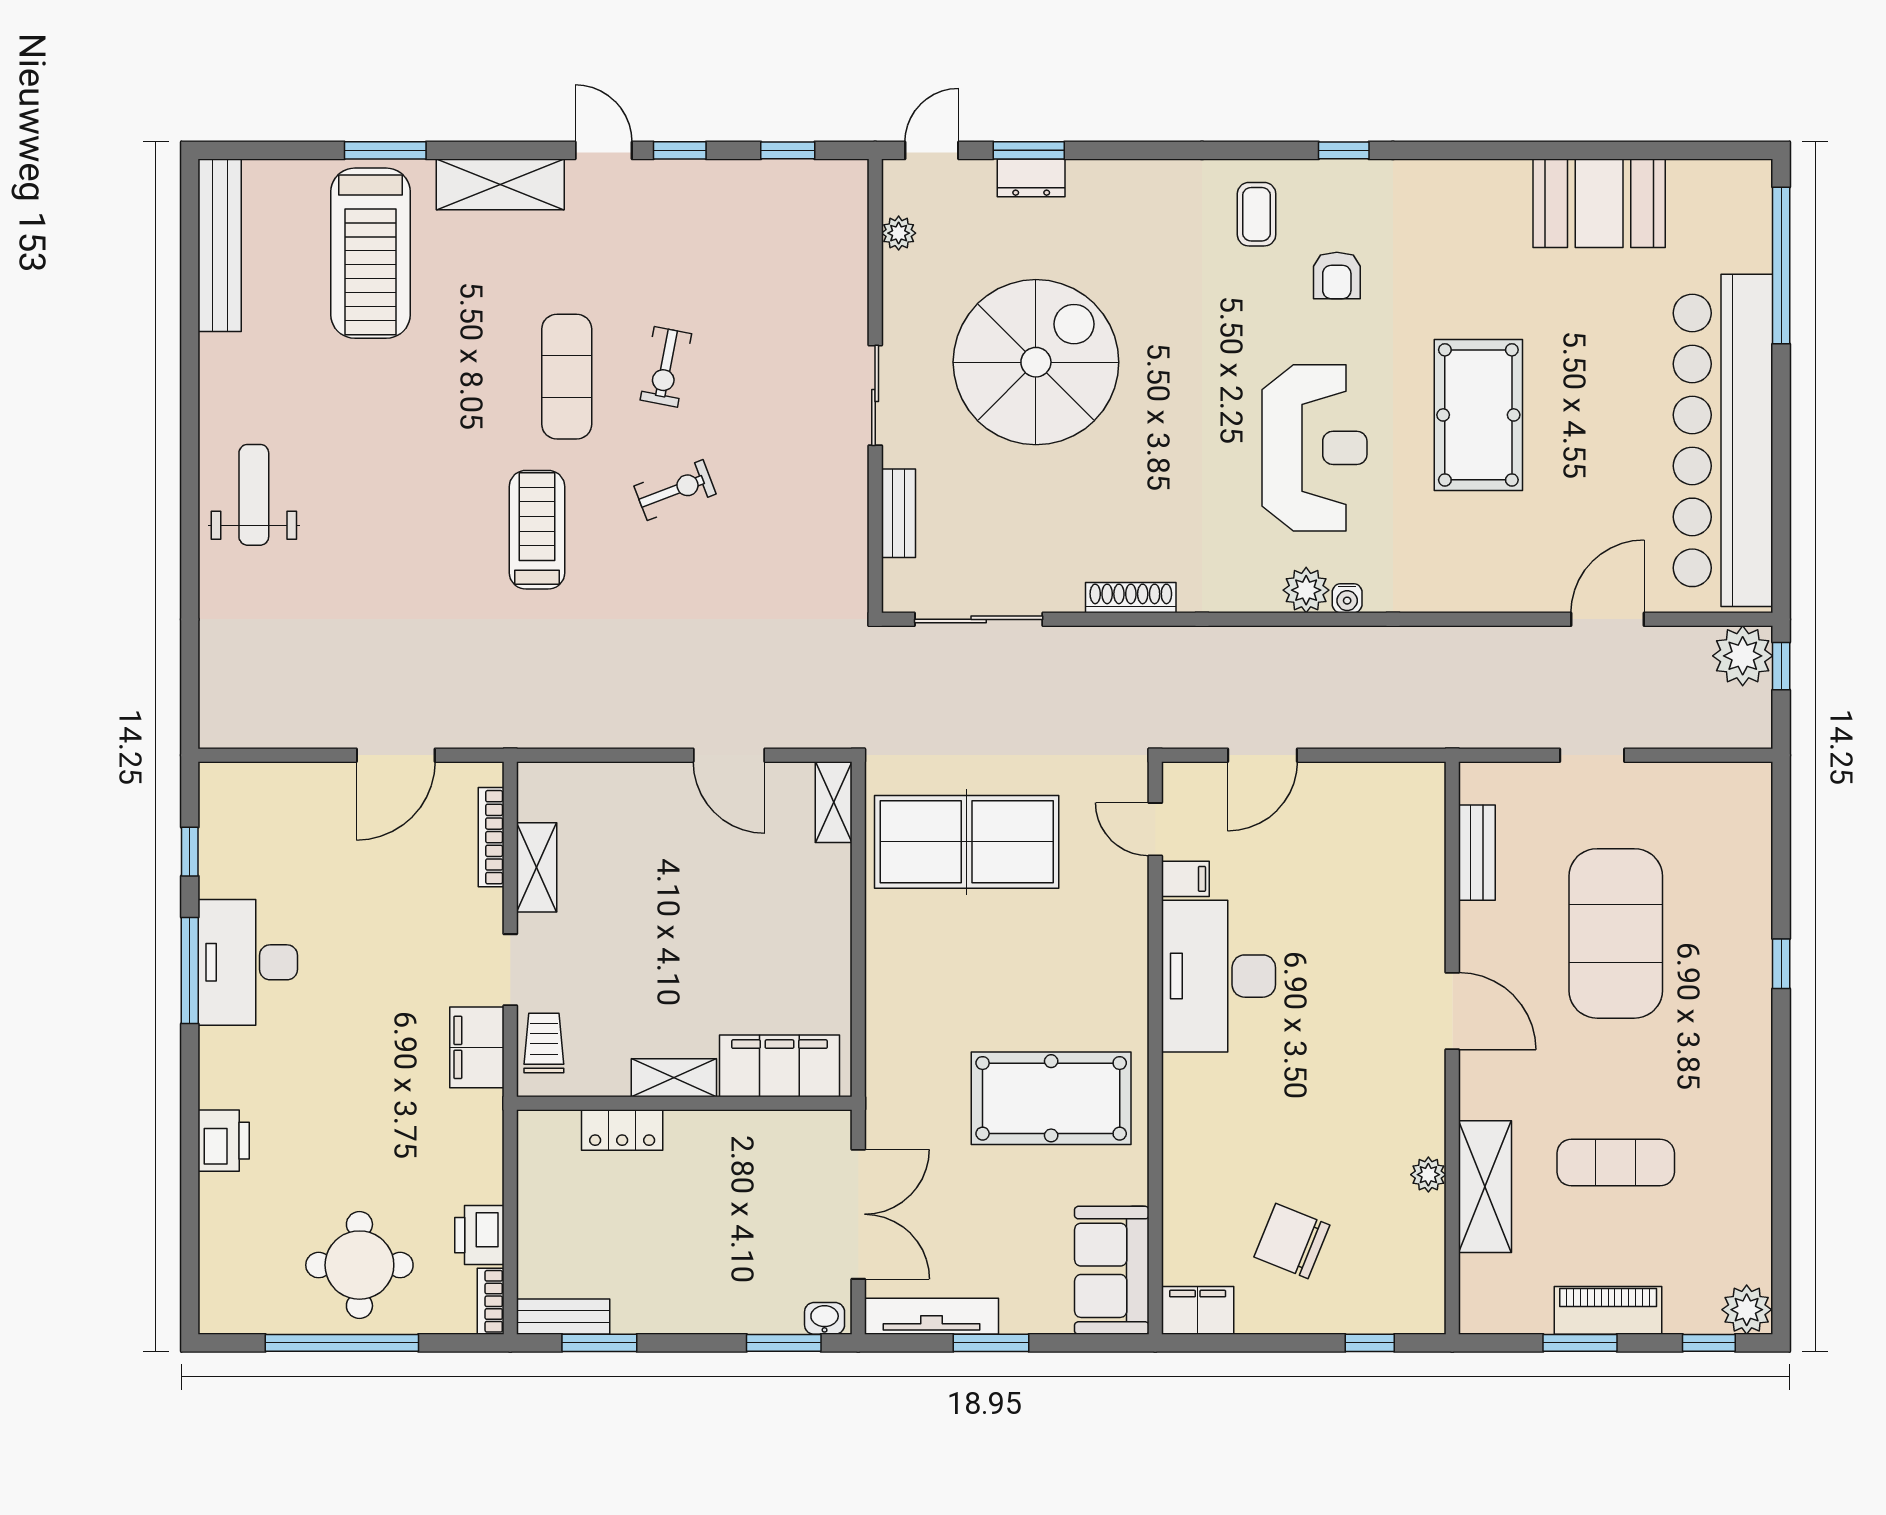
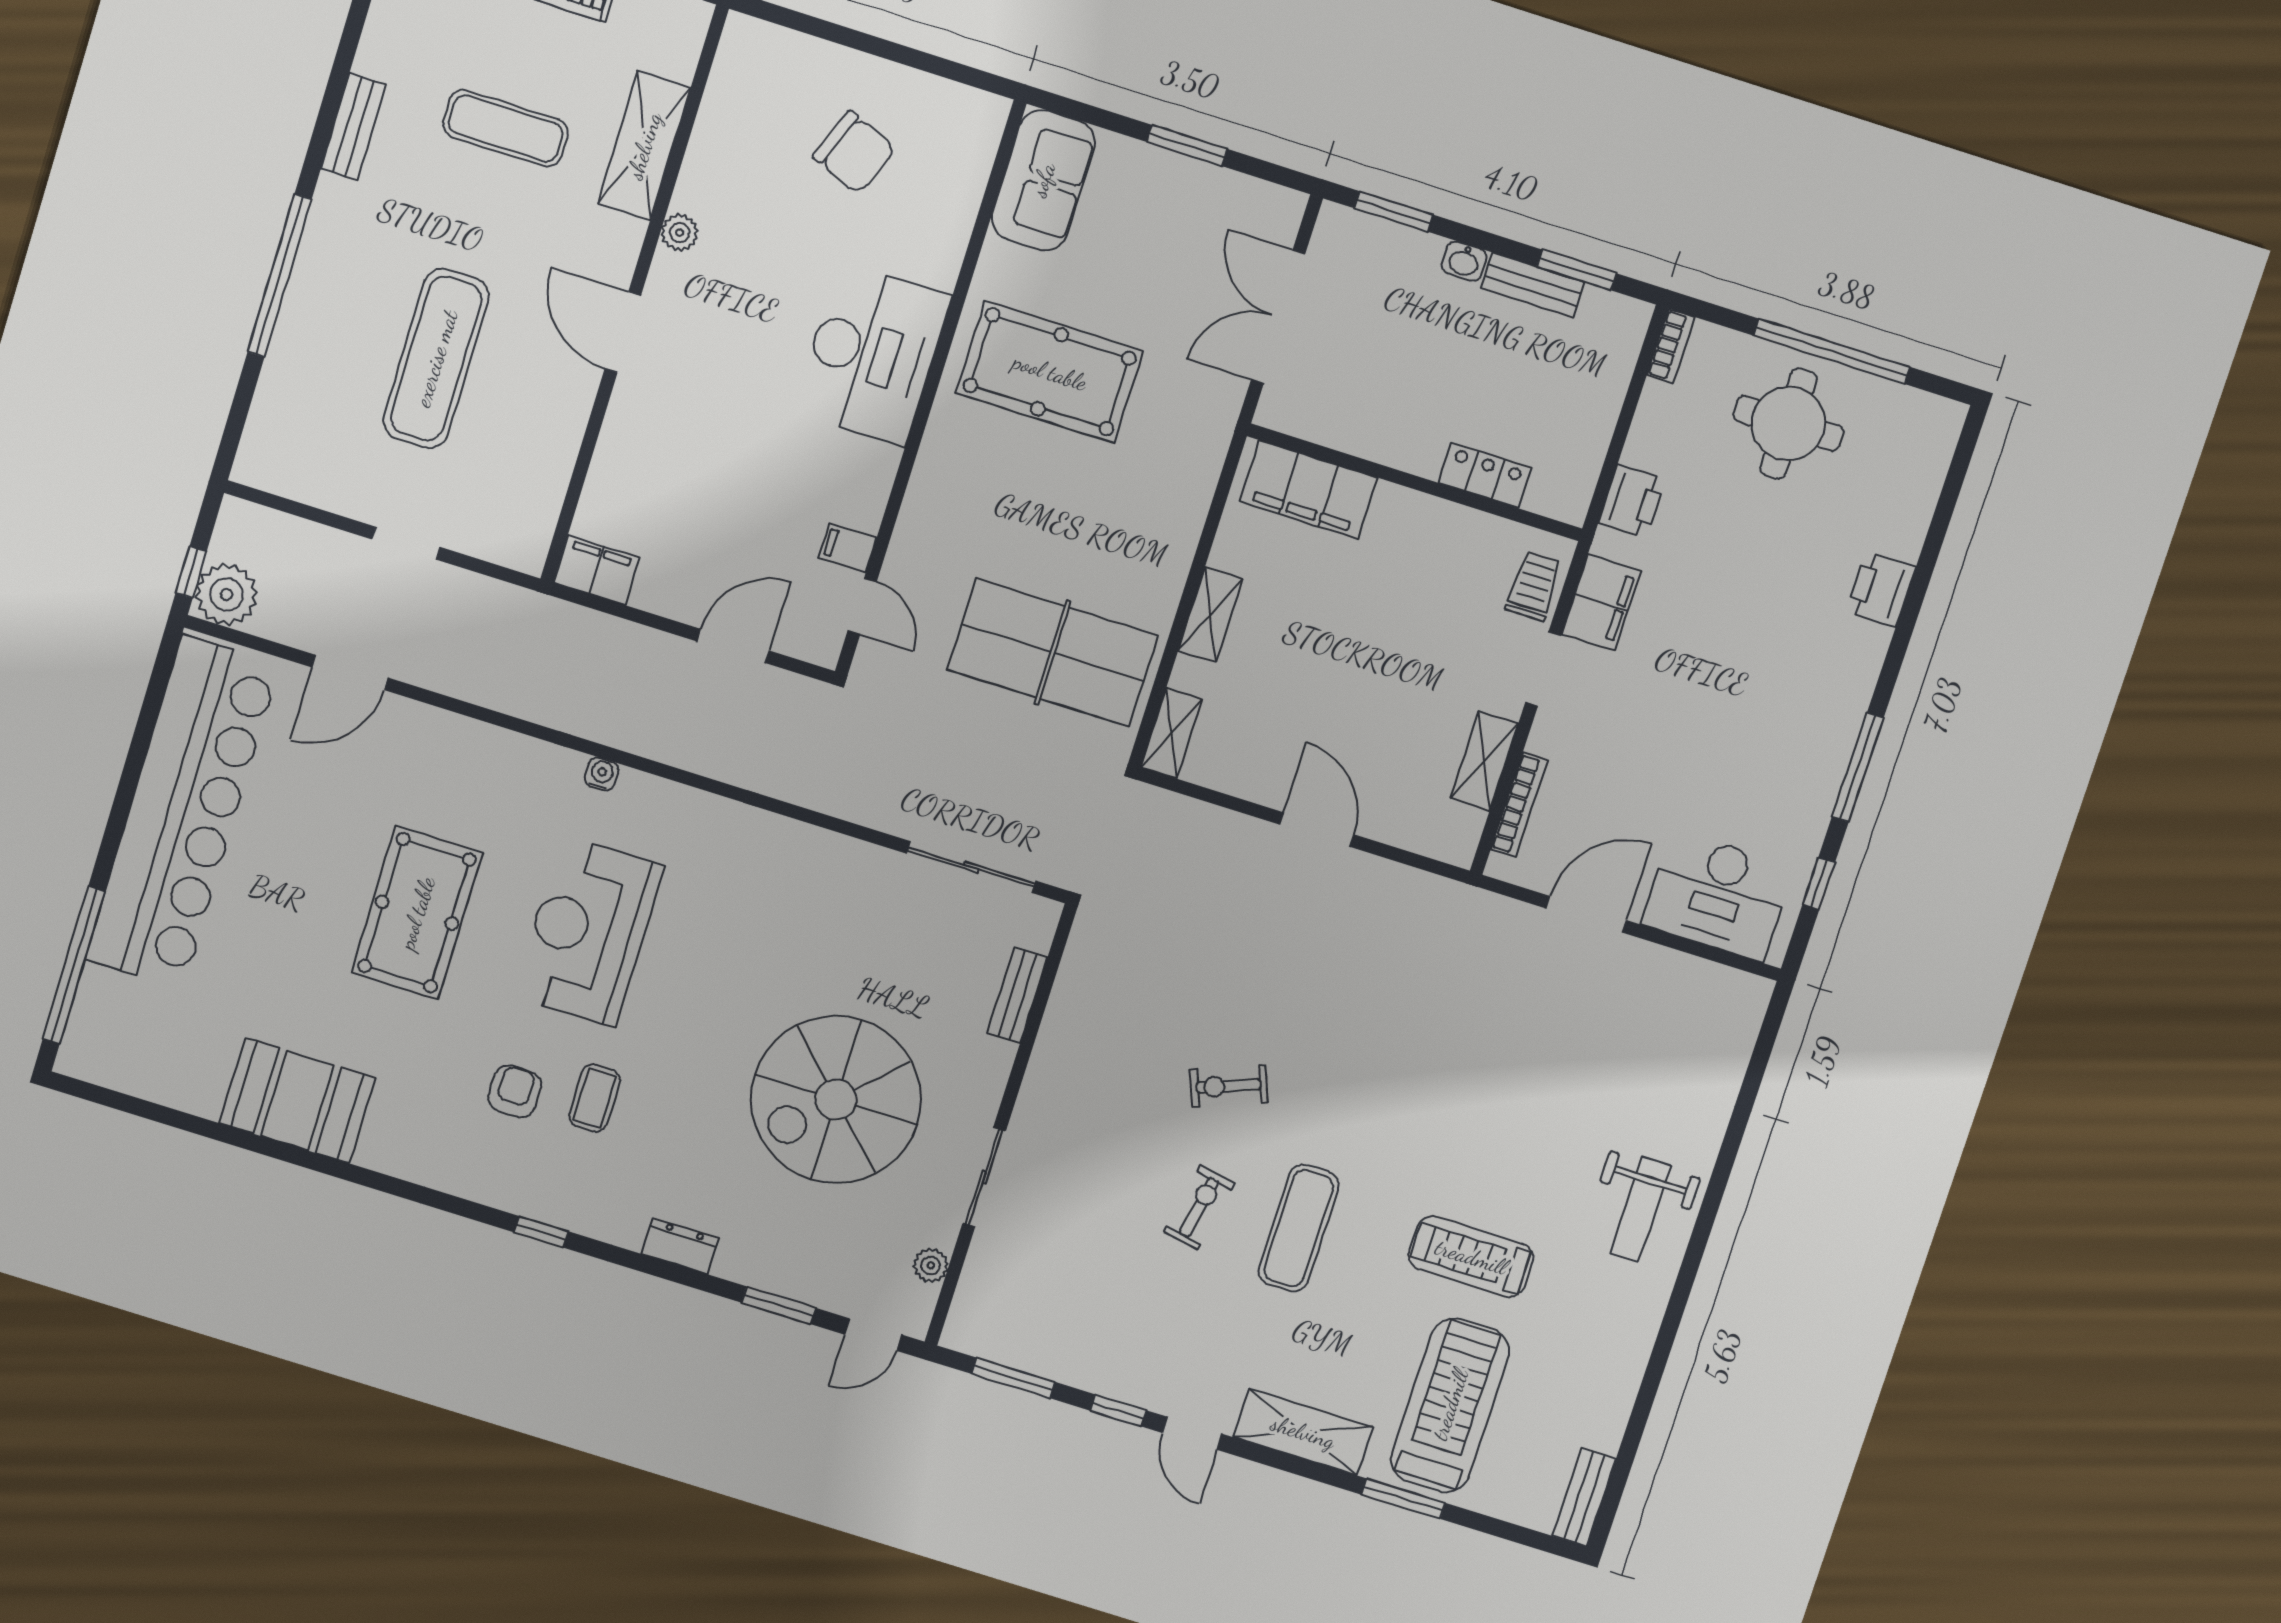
window: (788, 150) -> (1013, 1378), width x1.50
window: (1344, 150) -> (541, 1232), moved
dresser: (1031, 178) -> (680, 1246), moved
booth: (1599, 203) -> (297, 1101), moved
coffee table: (1257, 214) -> (595, 1098), moved
bench: (220, 245) -> (1584, 1497), width x0.54, depth x0.82
sliding door: (875, 395) -> (984, 1177), moved
treadmill: (537, 530) -> (1471, 1257), moved, turned 90
plant: (1306, 590) -> (640, 795), removed
shoe rack: (1131, 598) -> (815, 842), removed
door: (729, 755) -> (1317, 830), moved
bench: (1477, 853) -> (353, 127), moved
exercise mat: (1616, 933) -> (436, 358), width x0.68
desk: (248, 962) -> (1718, 895), moved, turned 90
window: (1781, 964) -> (280, 276), width x3.17
desk: (1218, 976) -> (872, 354), moved
trolley: (544, 1043) -> (1534, 586), turned 180
shelving: (674, 1078) -> (1210, 615), moved, turned 90
plant: (1428, 1175) -> (680, 233), moved
printer: (479, 1235) -> (1632, 501), moved
filing cabinet: (1198, 1310) -> (597, 570), moved, turned 180
tv unit: (931, 1316) -> (1238, 191), removed
bench: (563, 1317) -> (1533, 285), moved
washbasin: (825, 1318) -> (1464, 261), moved
window: (1370, 1343) -> (808, 24), removed

